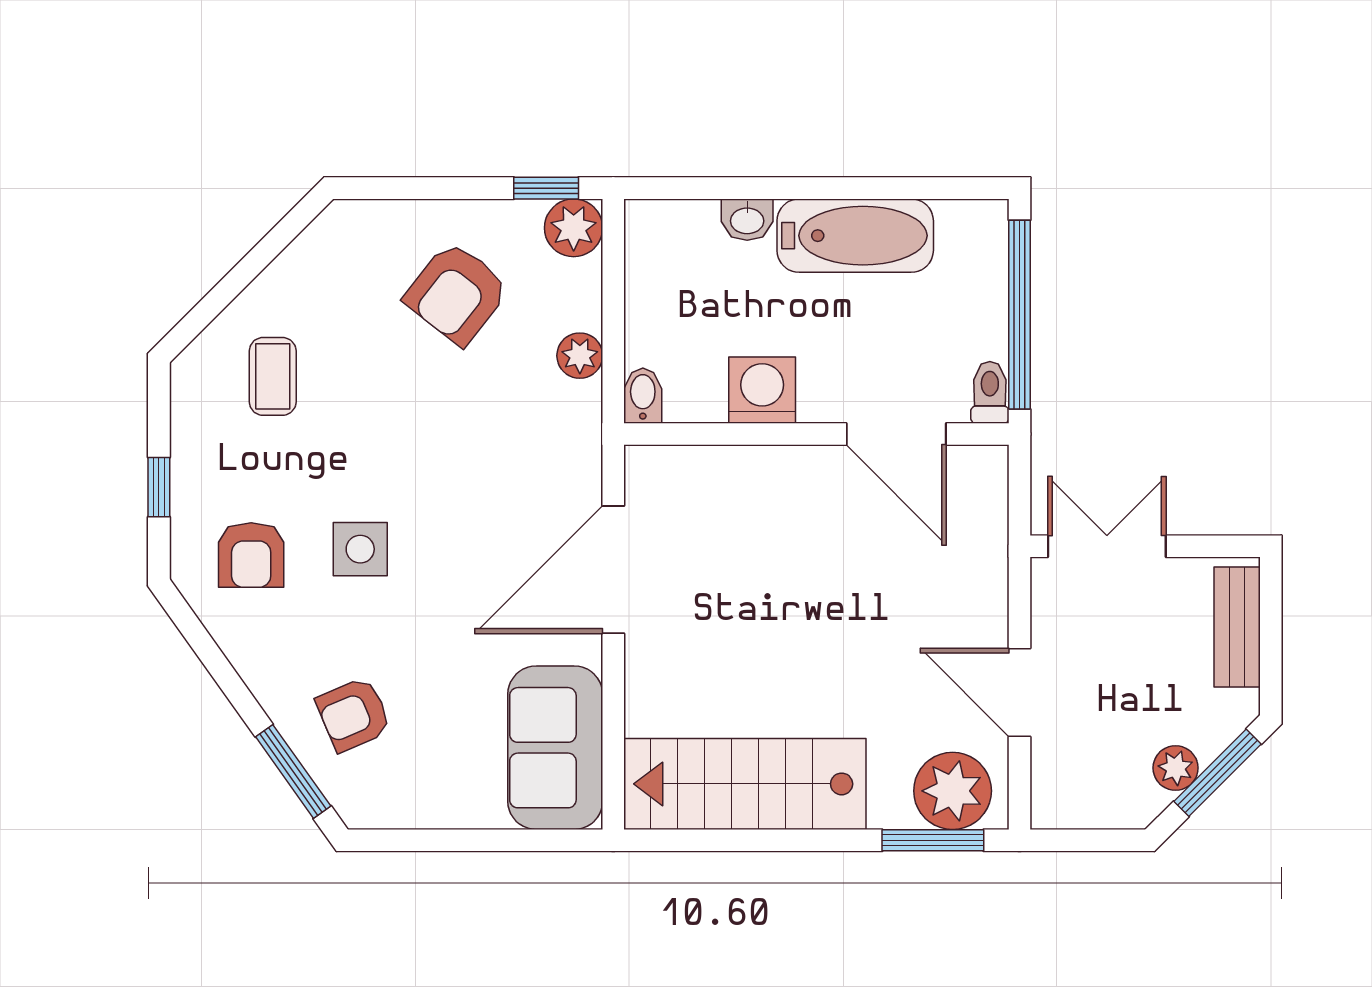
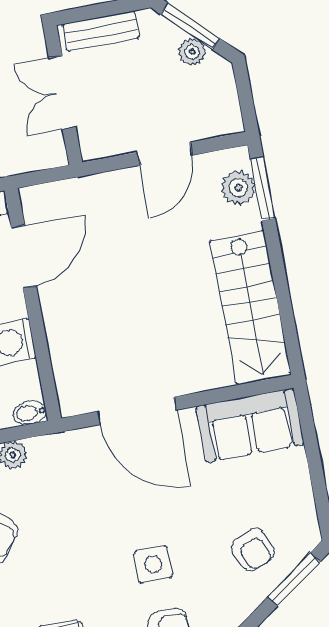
double door: (1107, 546) -> (62, 92), moved
plant: (953, 791) -> (238, 188), width x0.73, depth x0.73

